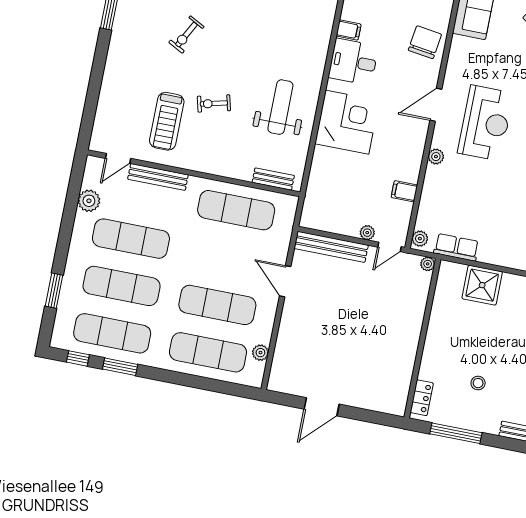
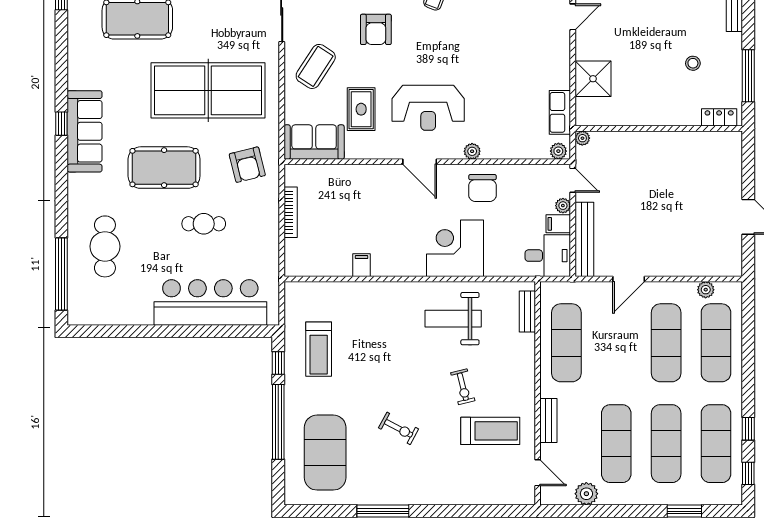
chair: (425, 42) -> (483, 188), moved, turned -98
rug: (497, 59) -> (361, 109), added
desk: (353, 62) -> (548, 256), moved, turned -90
reception desk: (486, 123) -> (428, 108), turned 180
bench: (158, 177) -> (548, 421), width x0.73
filing cabinet: (404, 191) -> (558, 224), moved, turned 90
window: (120, 367) -> (748, 429), width x0.67

